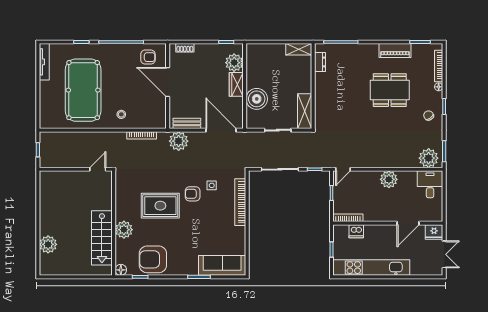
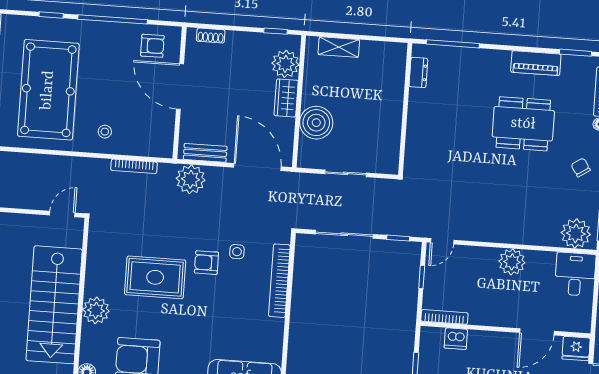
shelving: (299, 49) -> (339, 47), moved
shelving: (305, 111) -> (389, 147), removed
stairs: (102, 238) -> (54, 305), width x1.36, depth x1.51

